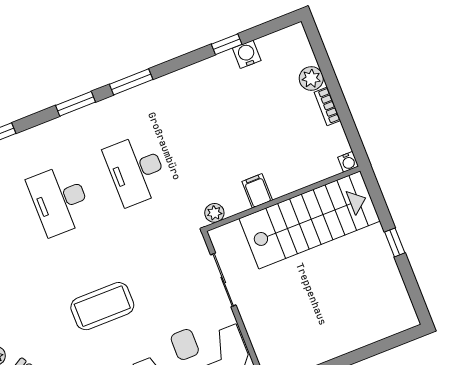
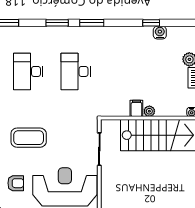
plant: (214, 213) -> (149, 111), moved

